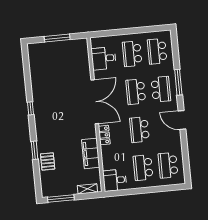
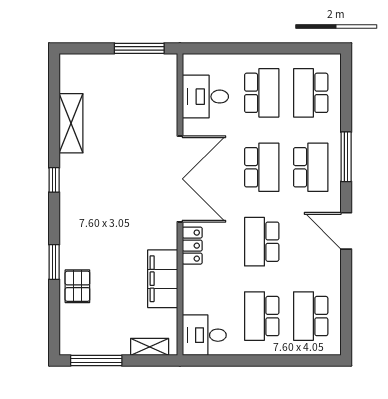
window: (57, 38) -> (139, 48), moved
school desk: (132, 54) -> (262, 93), turned 180
shelving: (36, 79) -> (71, 123), added
school desk: (136, 92) -> (262, 167), turned 180

